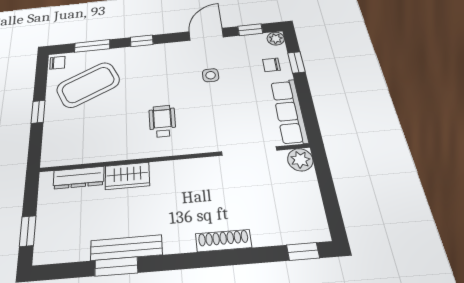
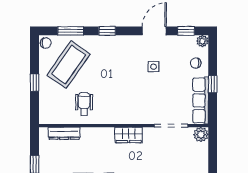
window: (296, 62) -> (213, 84), moved
coffee table: (88, 85) -> (69, 65), turned -30
wheelchair: (162, 121) -> (84, 104), moved
wardrobe: (127, 176) -> (129, 135), moved

